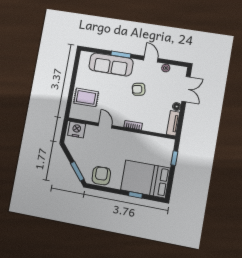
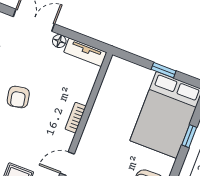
window: (174, 158) -> (164, 70), moved

